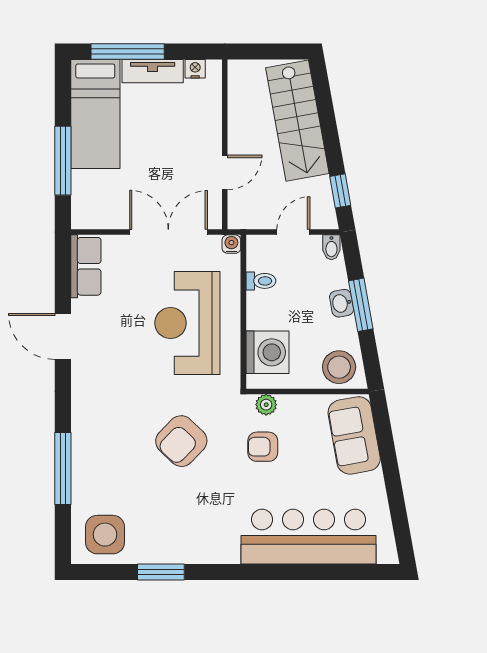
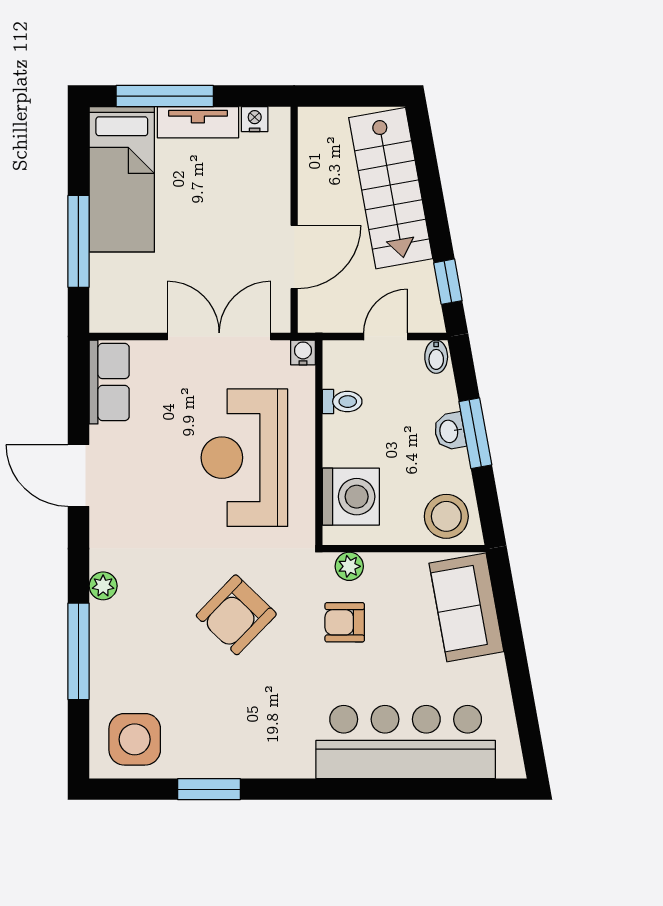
door: (225, 172) -> (294, 257), width x1.38
plant: (81, 419) -> (103, 586), added

